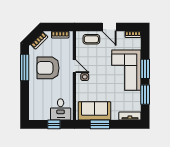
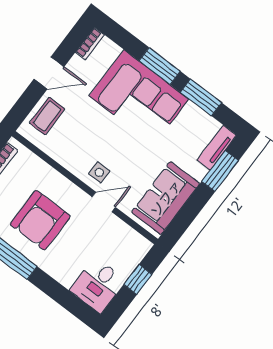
door: (74, 66) -> (104, 202), moved
desk: (61, 109) -> (98, 285), moved, turned 90
window: (100, 124) -> (220, 171), moved

